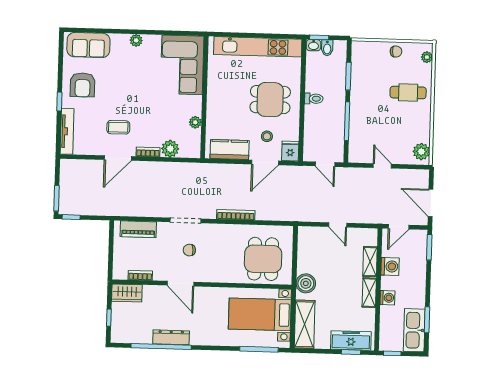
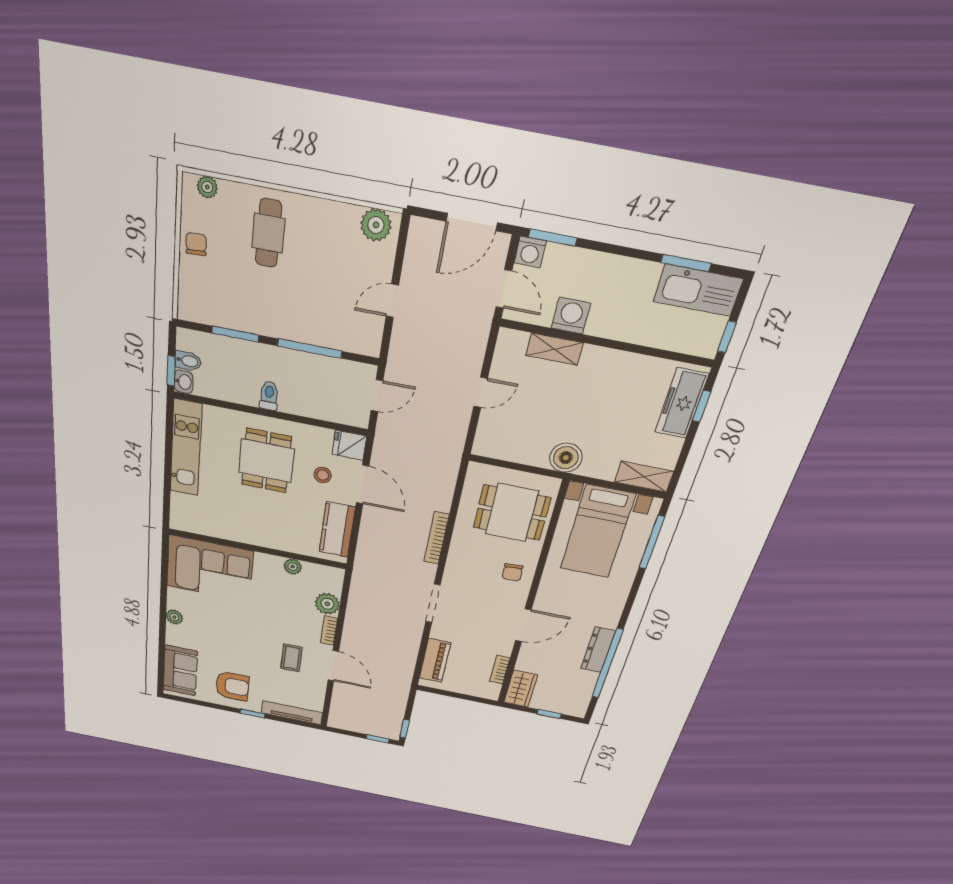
kitchen unit: (258, 47) -> (186, 448), width x0.73
window: (57, 198) -> (378, 739), width x0.67
chair: (189, 250) -> (512, 572), moved
shelving: (369, 293) -> (608, 359), removed
washing machine: (387, 298) -> (530, 252), moved, turned 180
shelving: (305, 324) -> (644, 477), width x0.67, depth x0.75

